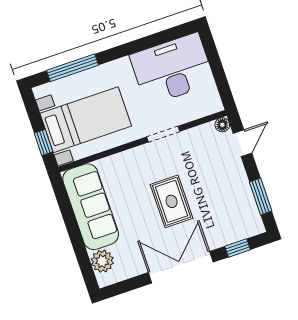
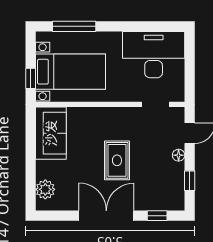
floor lamp: (222, 125) -> (179, 155), moved
doorway: (163, 134) -> (155, 104), moved
window: (261, 196) -> (190, 181), width x0.67
sofa: (91, 207) -> (51, 133), width x0.73

